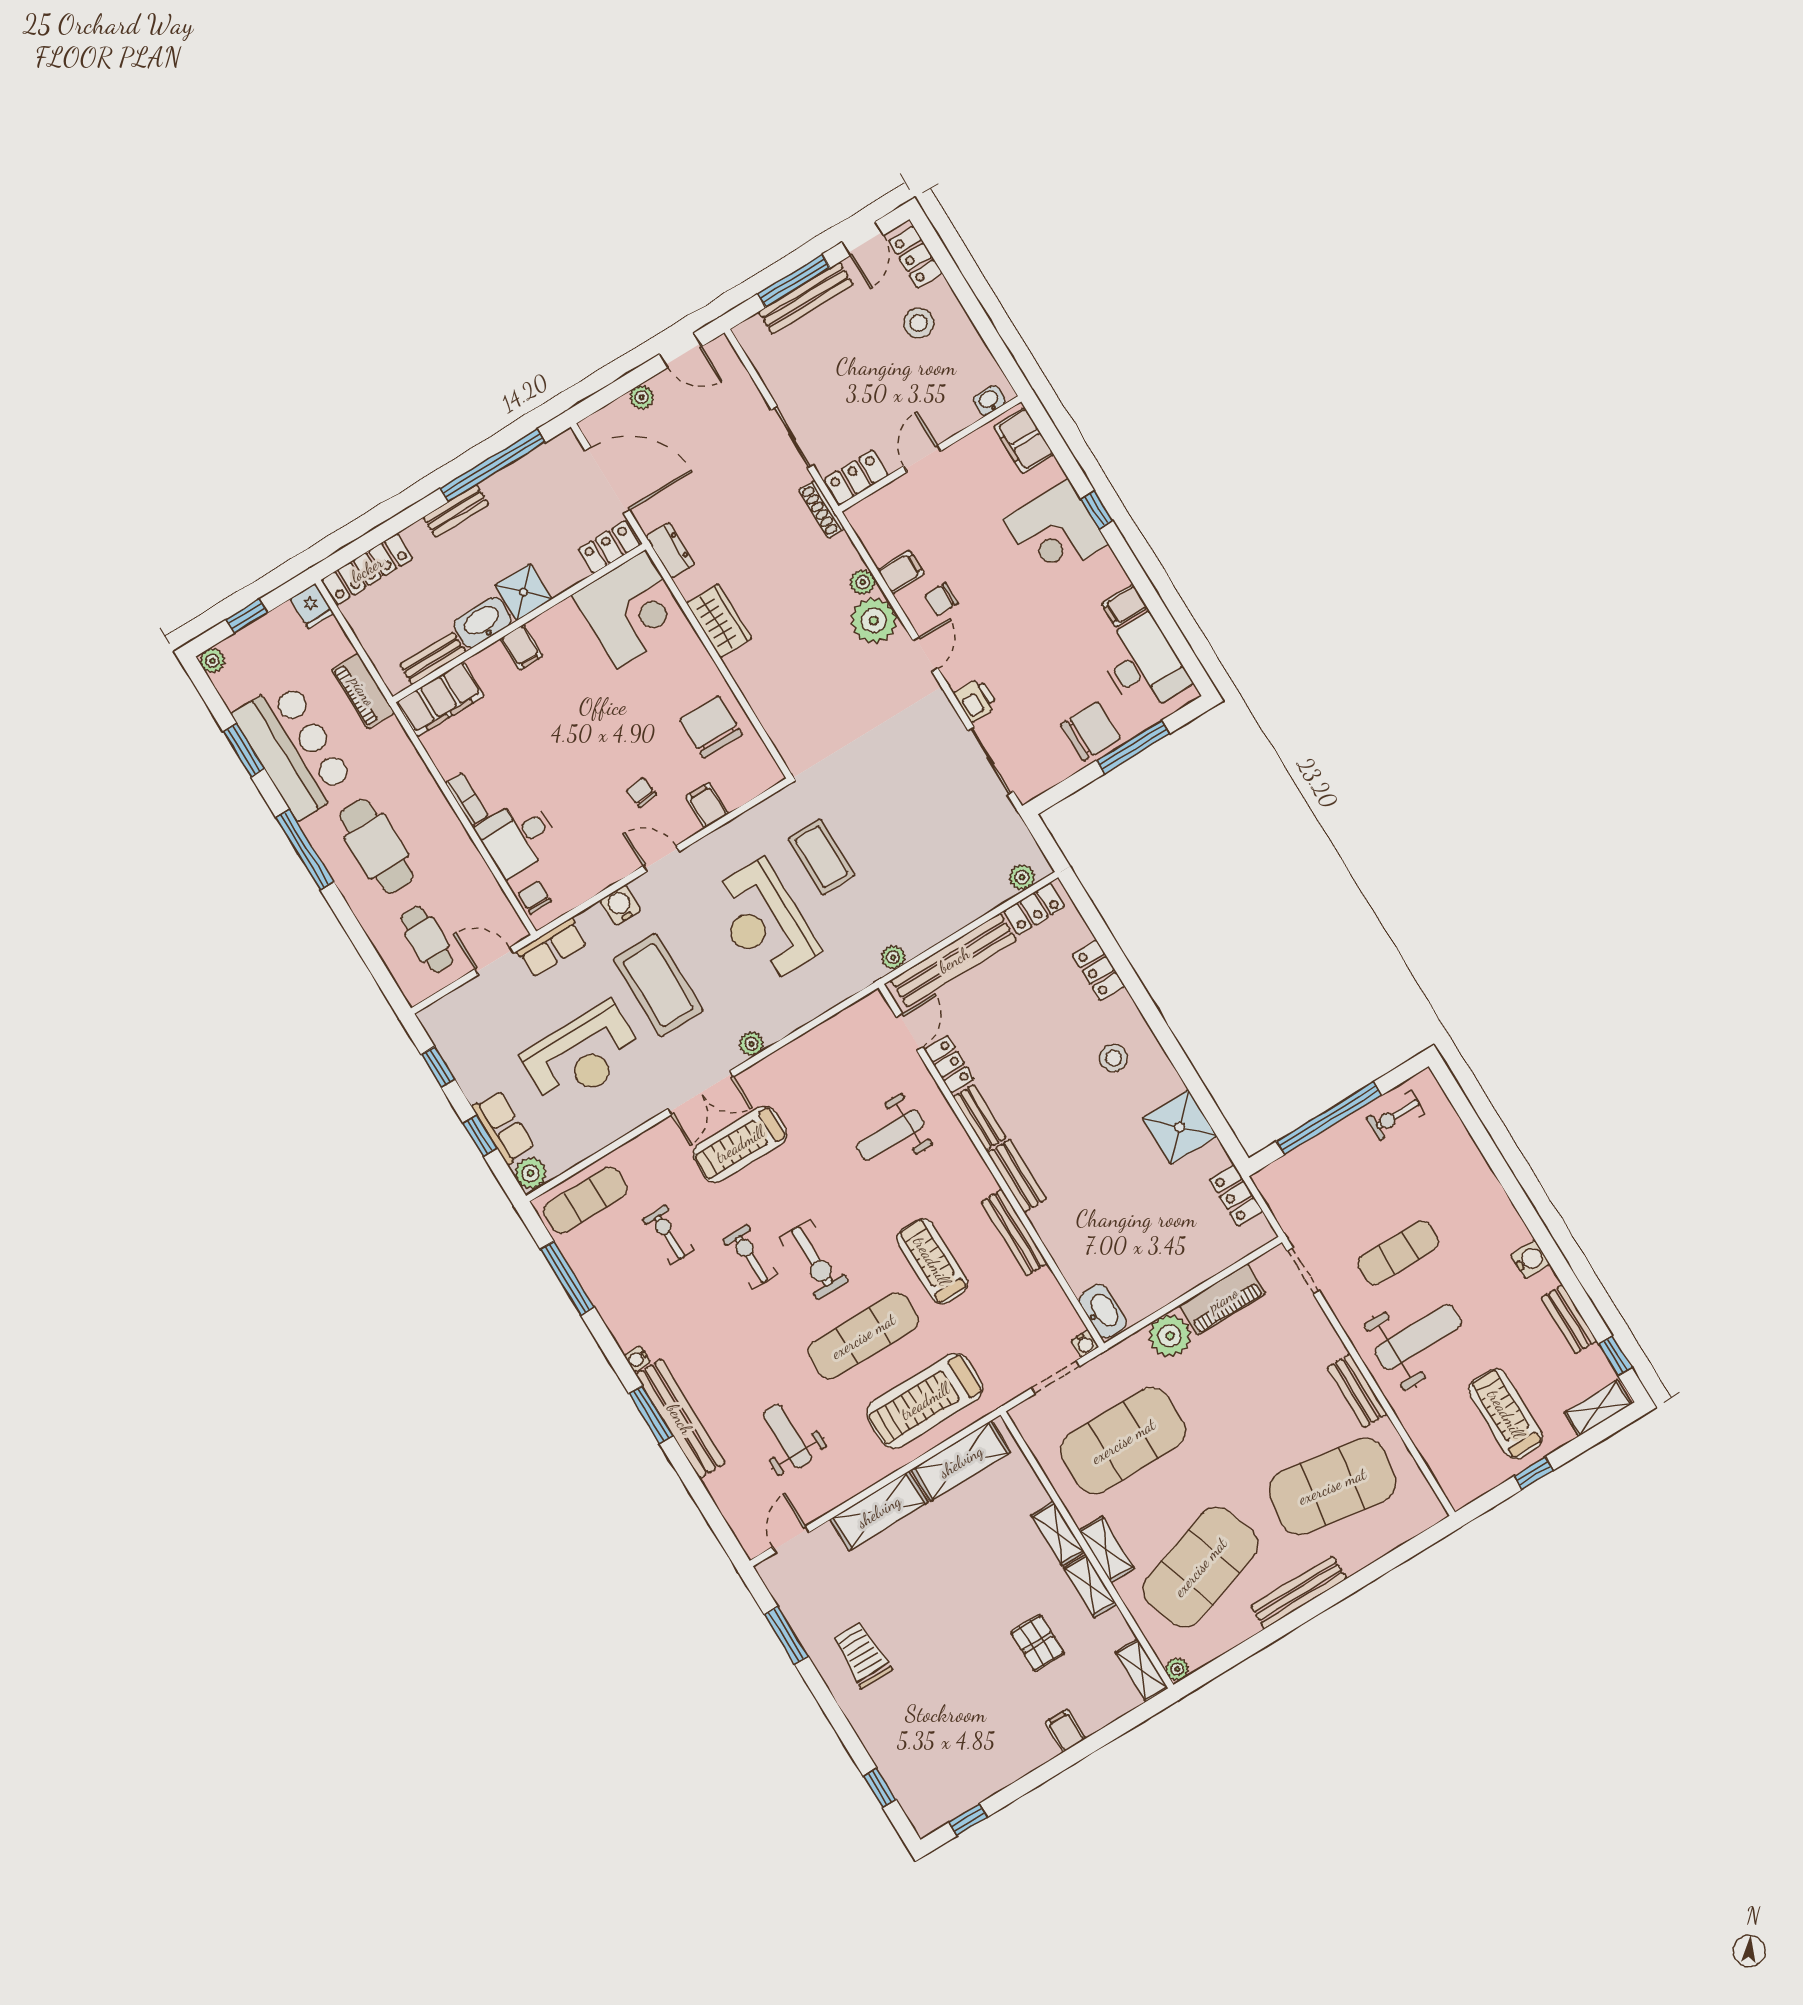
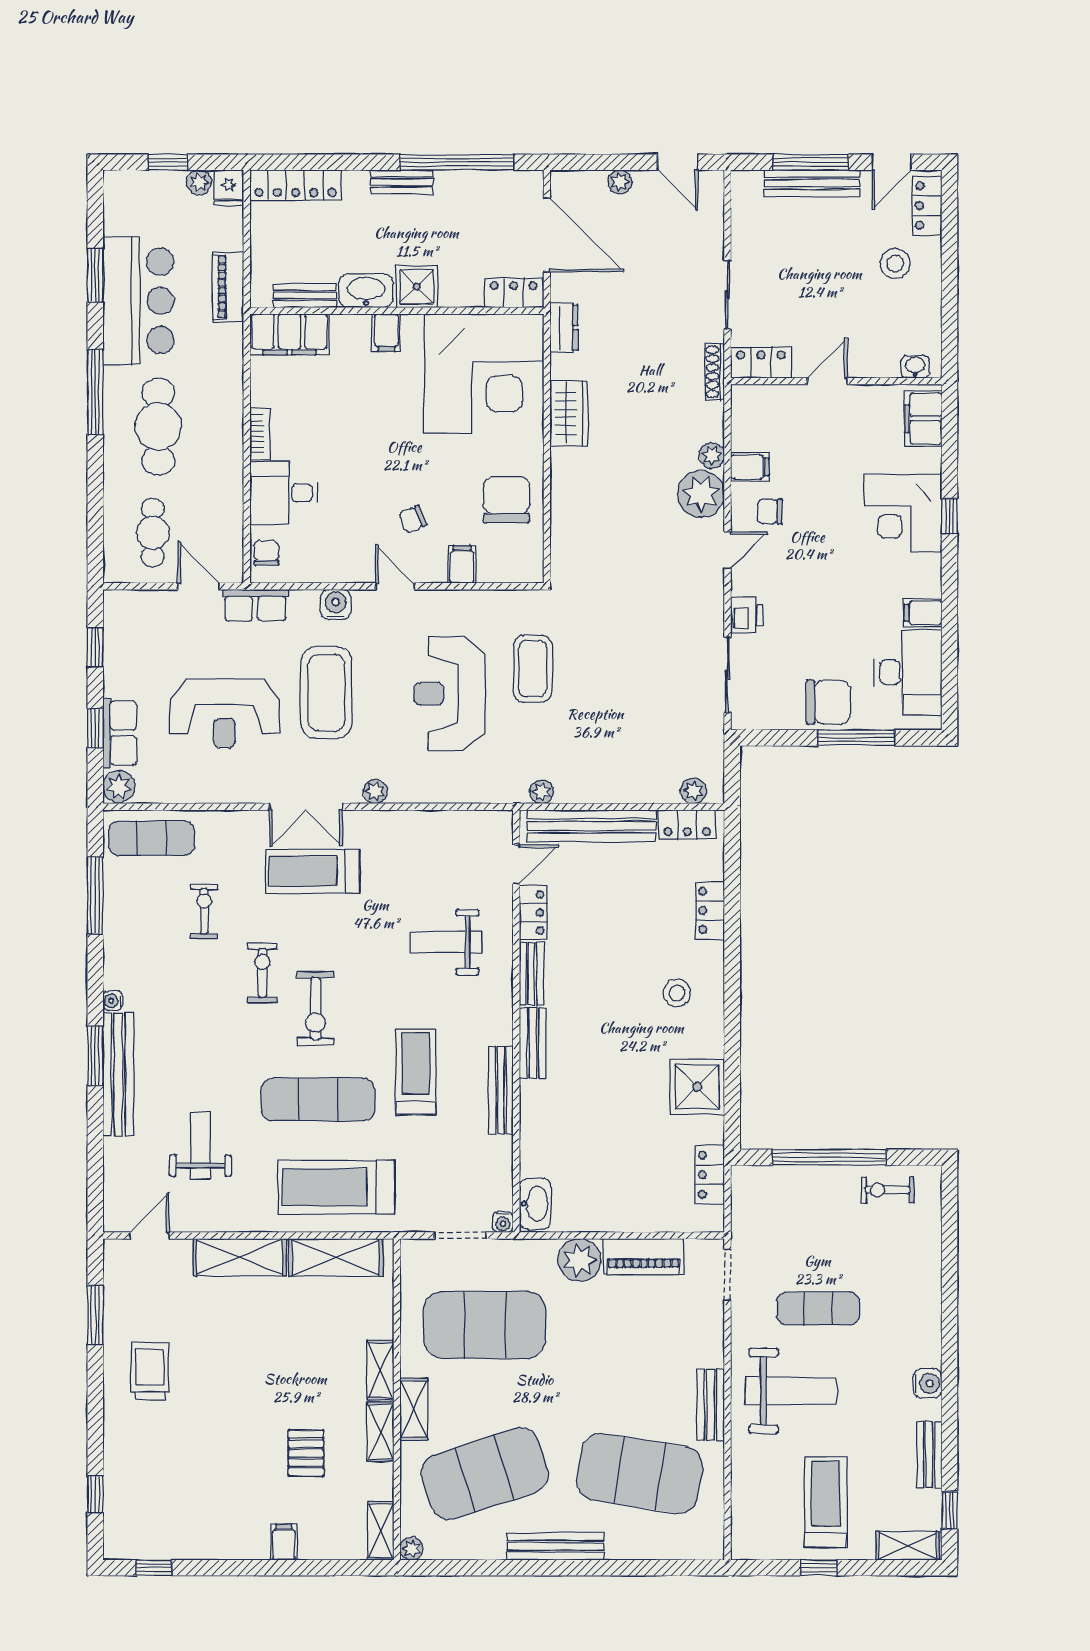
corner desk: (631, 609) -> (484, 373), width x1.36, depth x1.36
plant: (212, 661) -> (199, 182), moved
chair: (641, 792) -> (413, 519), turned -104

